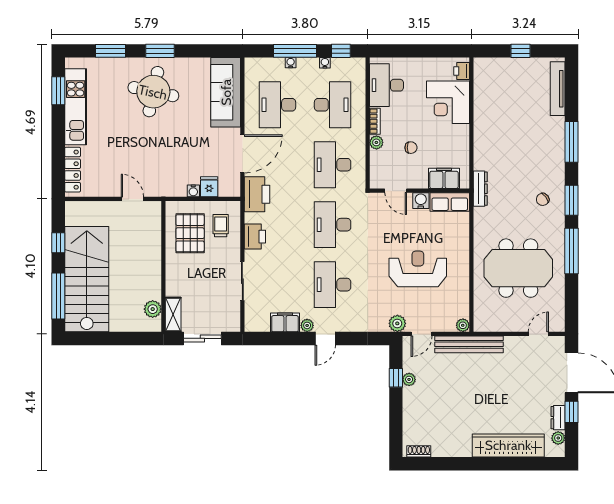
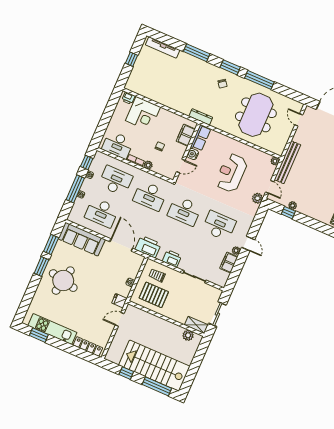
window: (110, 51) -> (51, 244), moved
fridge: (209, 187) -> (119, 301), moved
desk: (333, 285) -> (219, 226), turned 180

